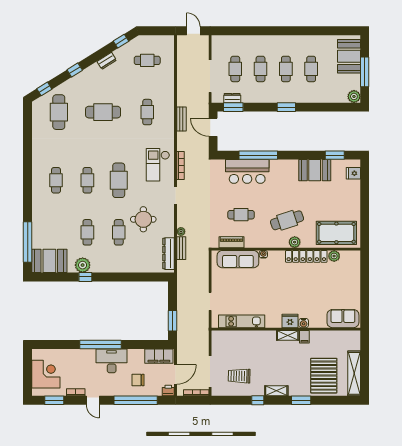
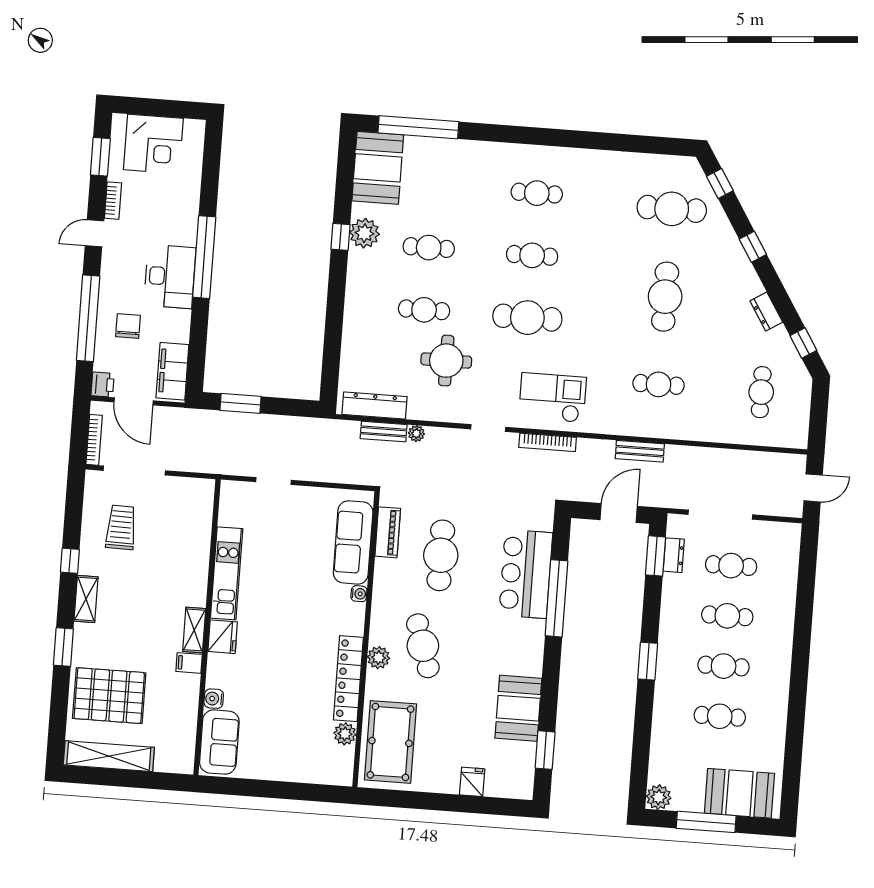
fridge: (353, 173) -> (472, 782), moved
cafe table: (241, 215) -> (441, 555), width x1.37, depth x1.35
kitchen unit: (242, 321) -> (227, 573), moved
water cooler: (304, 323) -> (214, 699), moved

